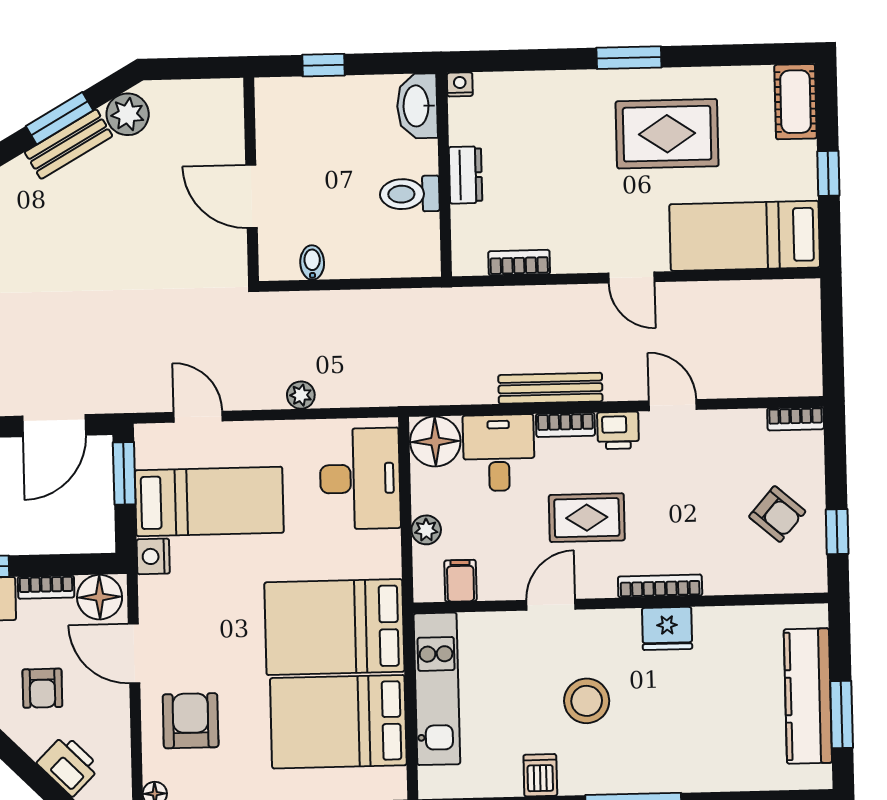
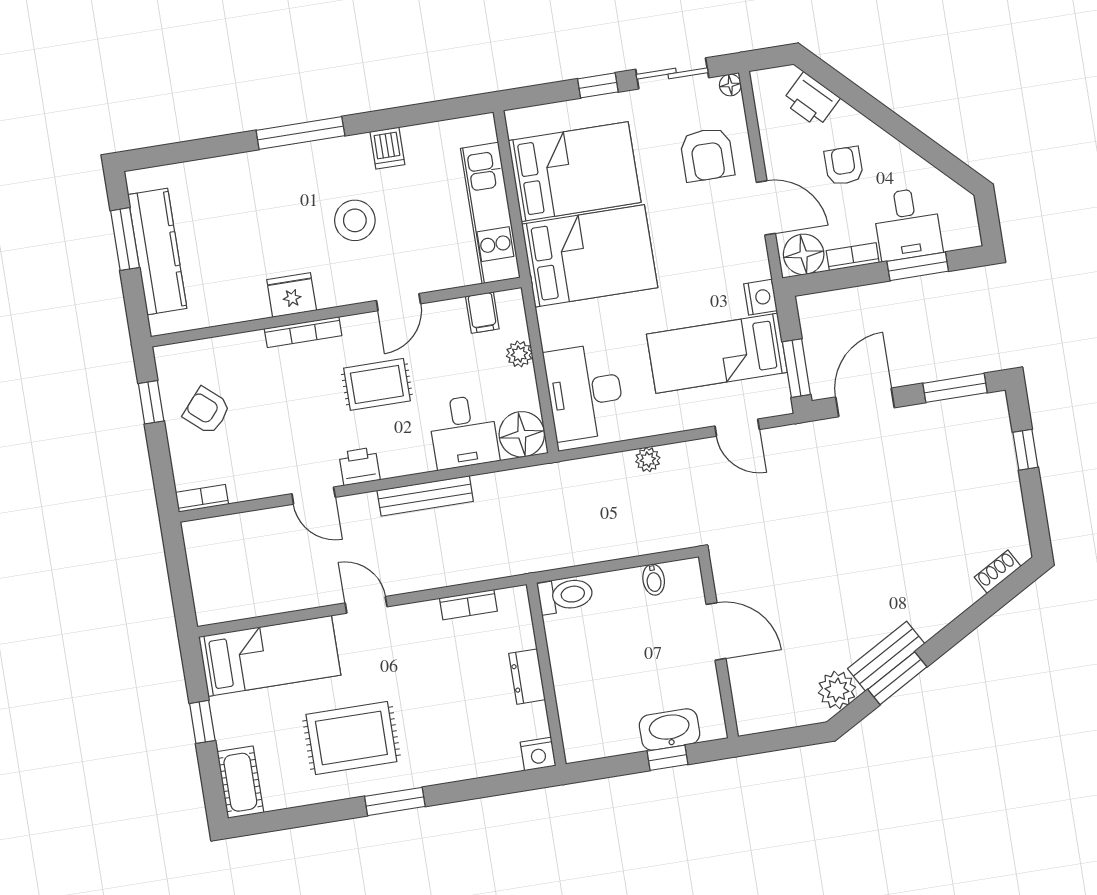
nightstand: (460, 84) -> (538, 754), width x1.39, depth x1.35
washbasin: (417, 106) -> (670, 730), moved, turned -90
toilet: (410, 194) -> (565, 595), moved
bookcase: (565, 425) -> (407, 465), removed

